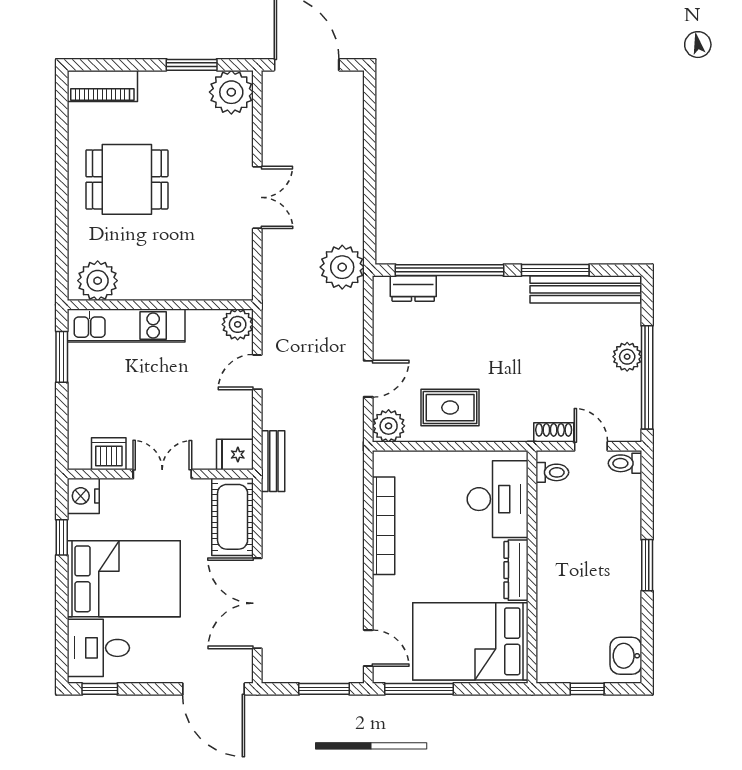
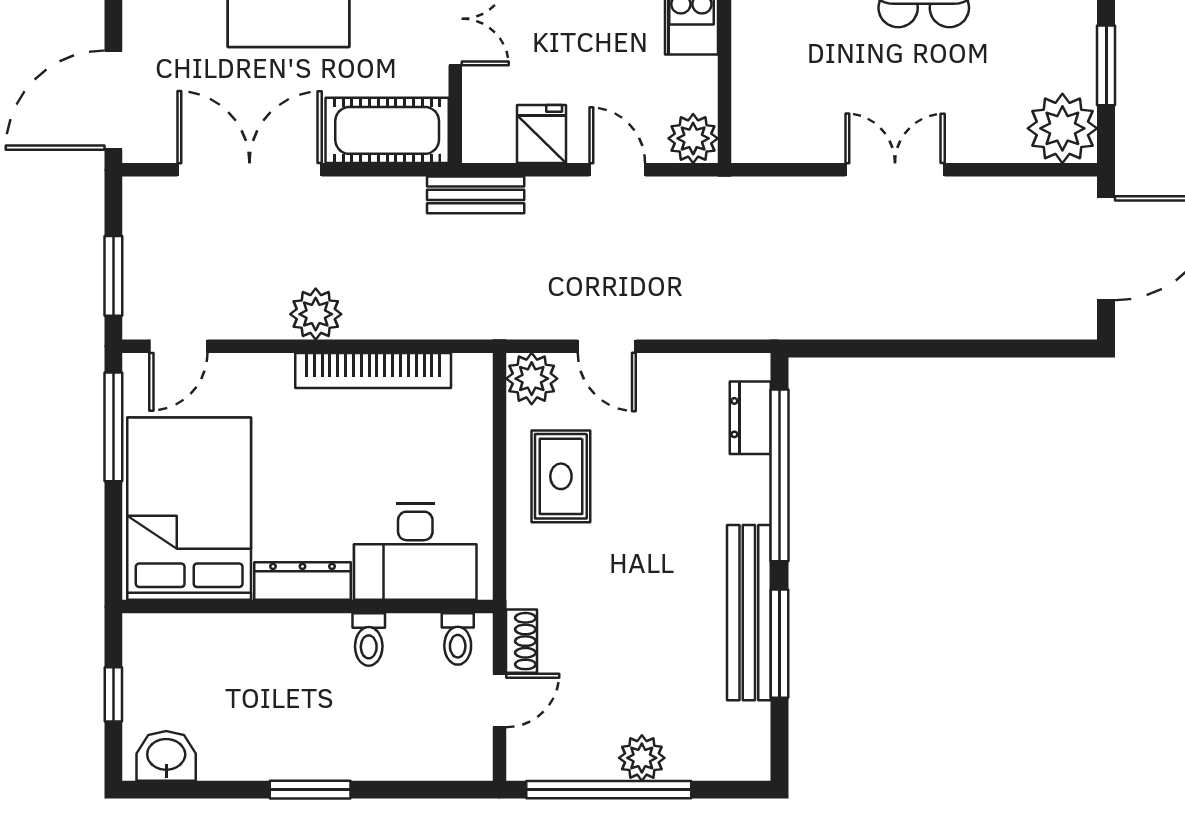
double door: (257, 197) -> (895, 170), swing flipped
plant: (342, 267) -> (316, 314), moved, width x0.73, depth x0.73
bench: (585, 289) -> (749, 613), moved
fridge: (235, 454) -> (541, 134), moved
toilet: (625, 463) -> (369, 639), moved, turned 180

